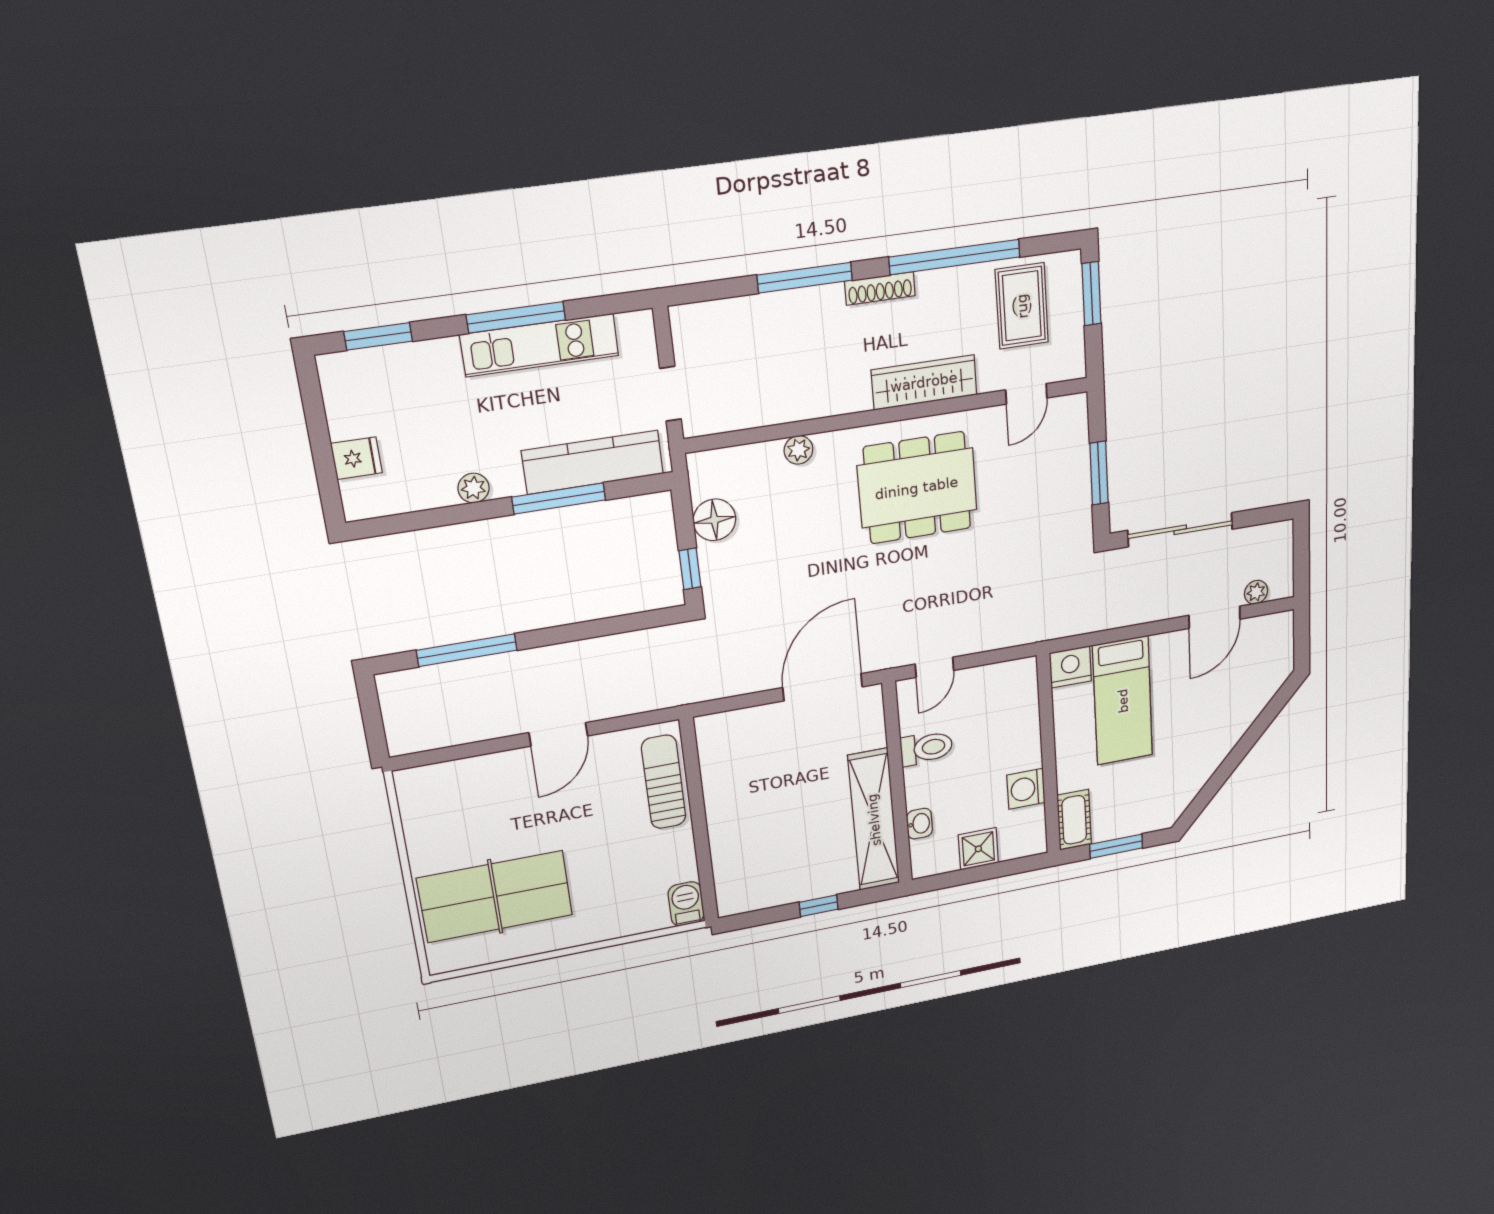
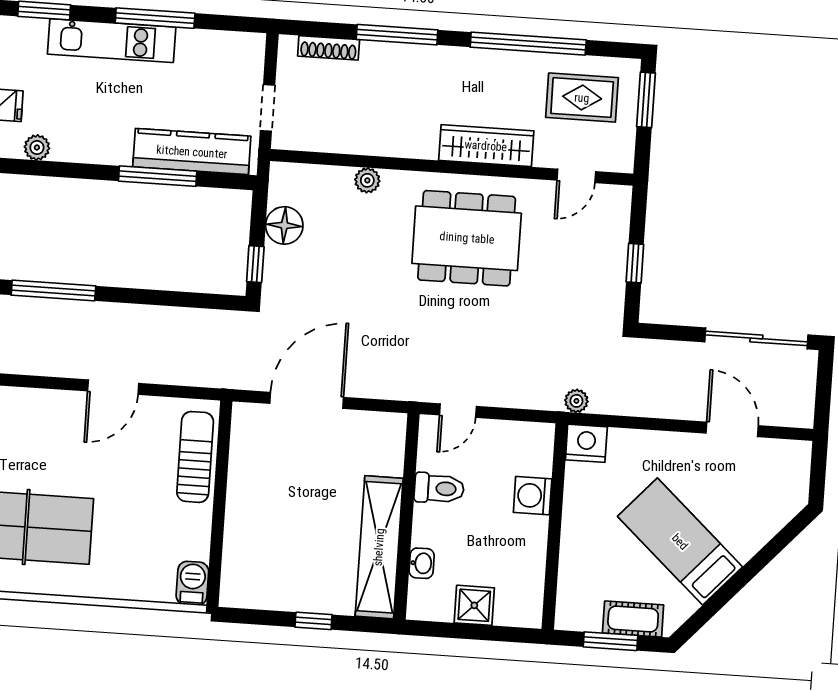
shoe rack: (880, 288) -> (329, 48), moved
rug: (1022, 306) -> (582, 98), turned 90
kitchen unit: (540, 345) -> (112, 41), moved
window: (1099, 473) -> (635, 263), width x0.67
plant: (473, 488) -> (37, 147), moved
sliding door: (1180, 530) -> (756, 338), moved
plant: (1256, 592) -> (576, 401), moved
door: (1214, 617) -> (732, 429), swing flipped
door: (823, 687) -> (307, 400), moved
bed: (1123, 701) -> (680, 542), moved, turned 132
washing machine: (1026, 789) -> (533, 496), moved
cot: (1074, 820) -> (633, 619), moved, turned 90

